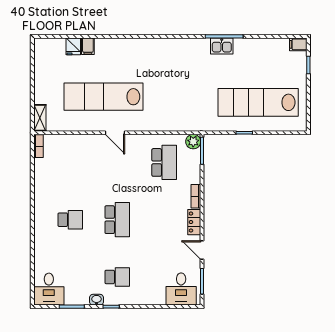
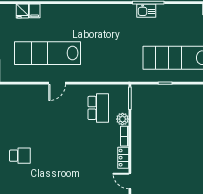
door: (115, 133) -> (57, 83), hinge flipped
plant: (193, 142) -> (122, 119), moved
school desk: (117, 220) -> (59, 156), removed

